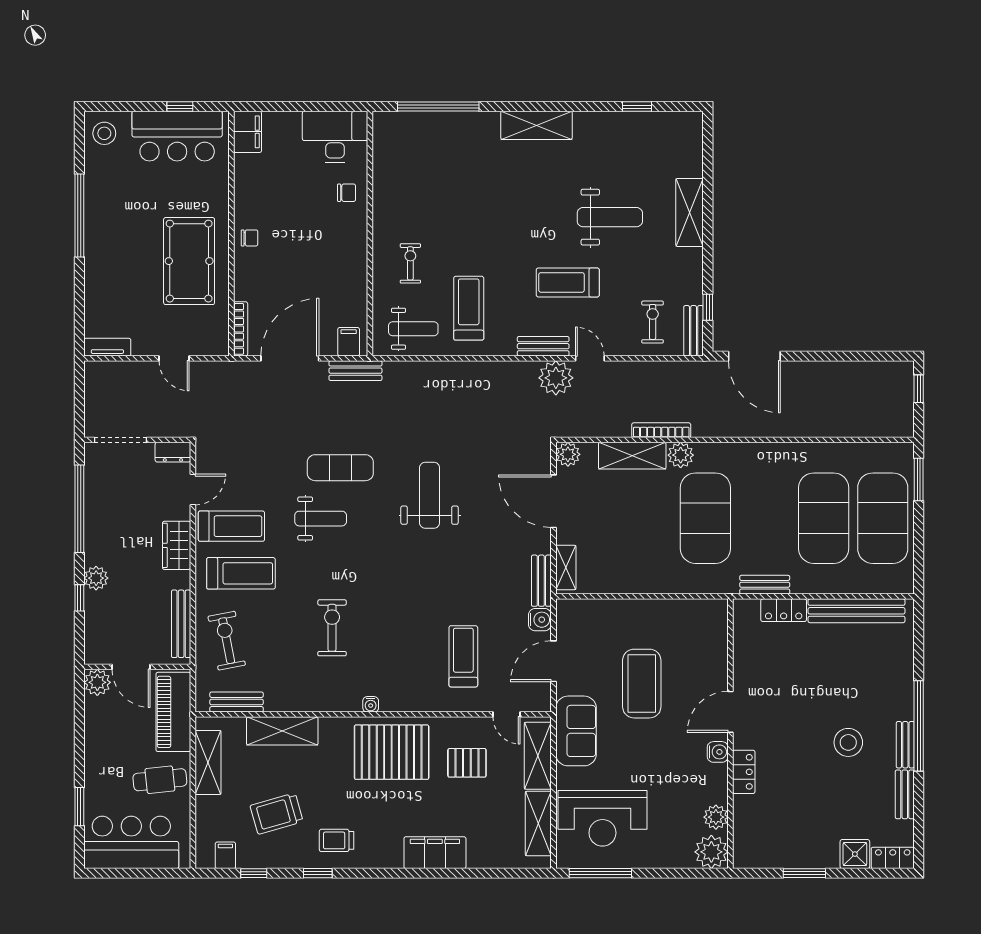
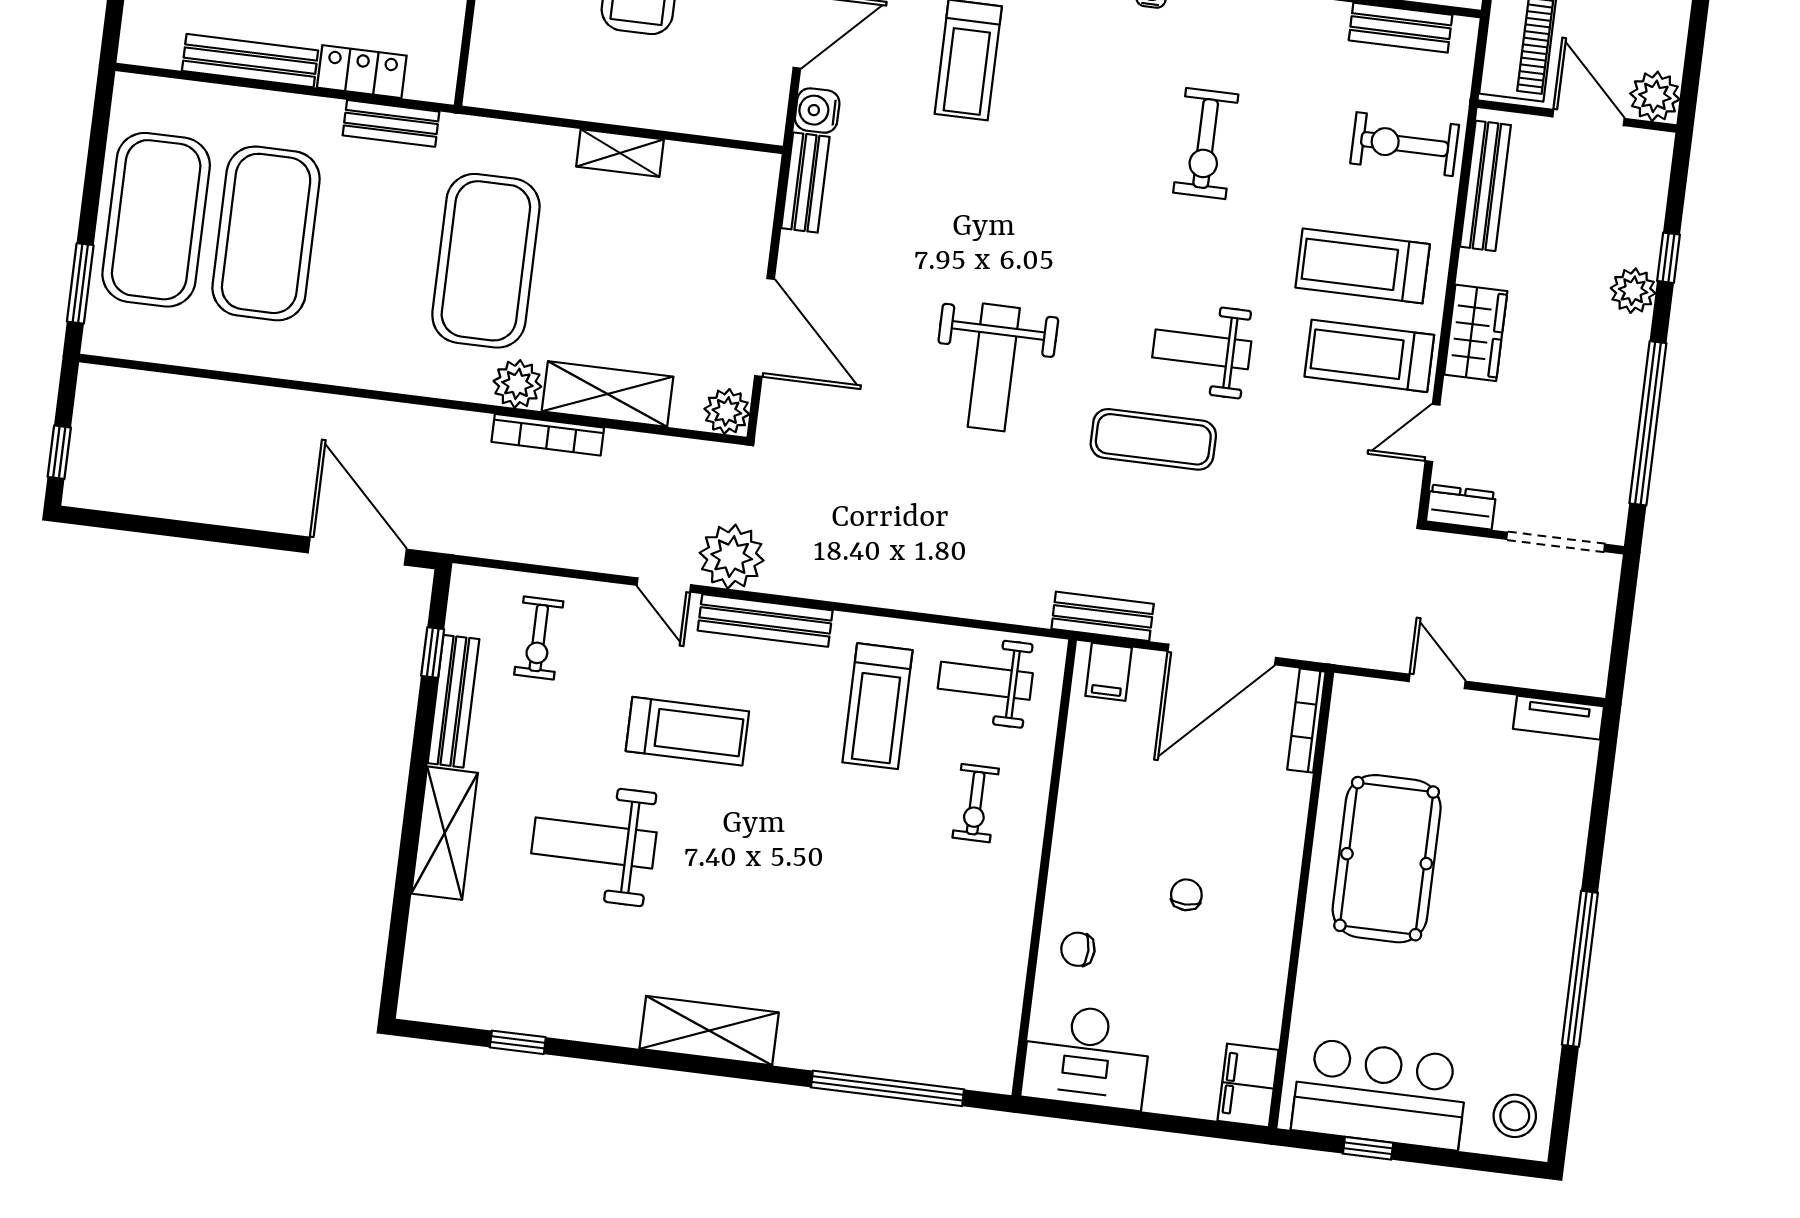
chair: (250, 238) -> (1186, 895), moved, turned 90
bench: (694, 331) -> (453, 701), moved, width x1.36
bench: (543, 346) -> (765, 620), width x1.36
shelving: (566, 567) -> (620, 153), moved, turned 90
bench: (856, 611) -> (250, 61), width x0.73, depth x0.82
exercise bike: (227, 641) -> (1405, 144), turned 101

